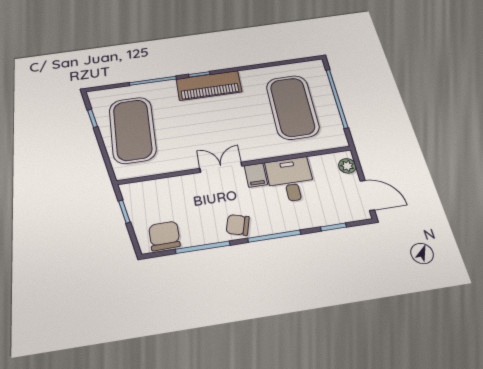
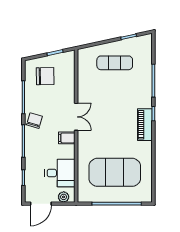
piano: (209, 85) -> (145, 125), width x0.73, depth x0.75
exercise mat: (132, 130) -> (115, 63), width x0.50, depth x0.69
desk: (290, 180) -> (60, 173), moved
chair: (164, 236) -> (45, 76), moved

